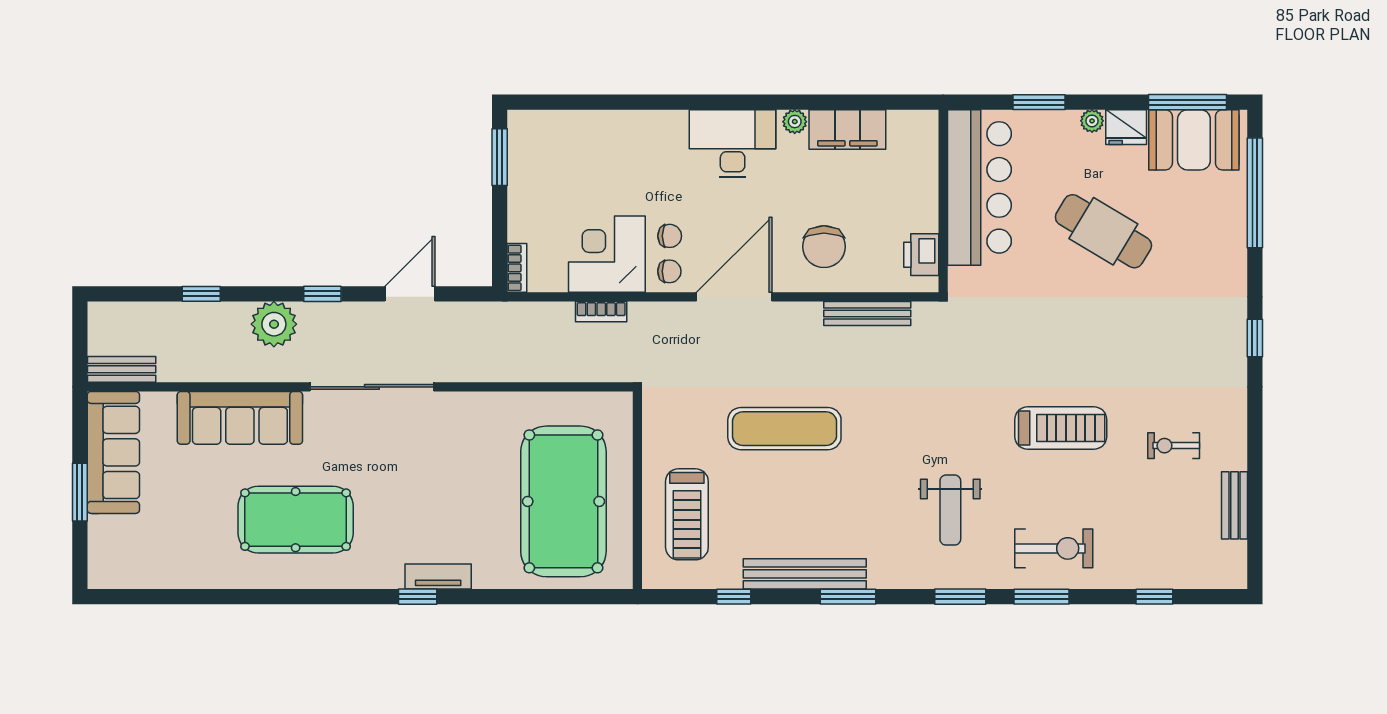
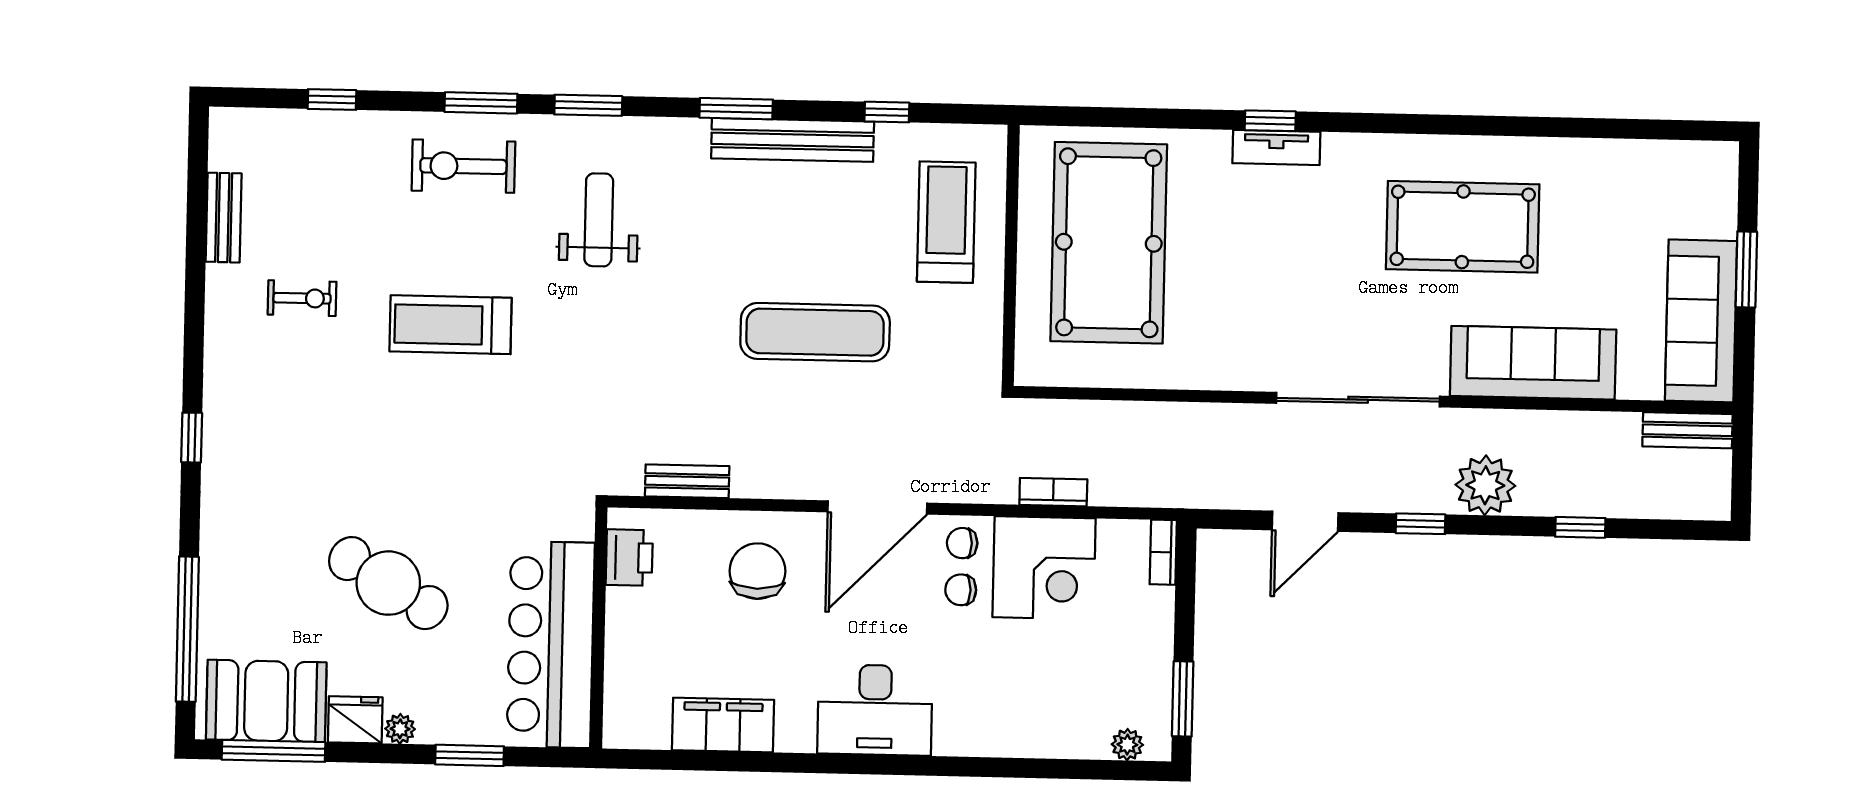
plant: (795, 122) -> (1127, 745), moved
bench: (867, 314) -> (687, 481), width x0.73
window: (418, 597) -> (1270, 121), moved

